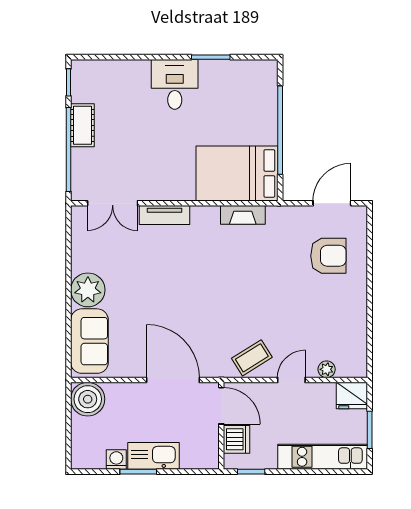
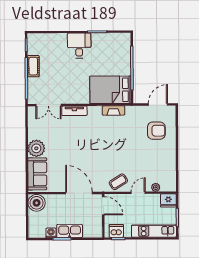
dishwasher: (237, 439) -> (116, 231), moved, turned -90

